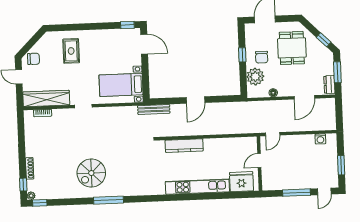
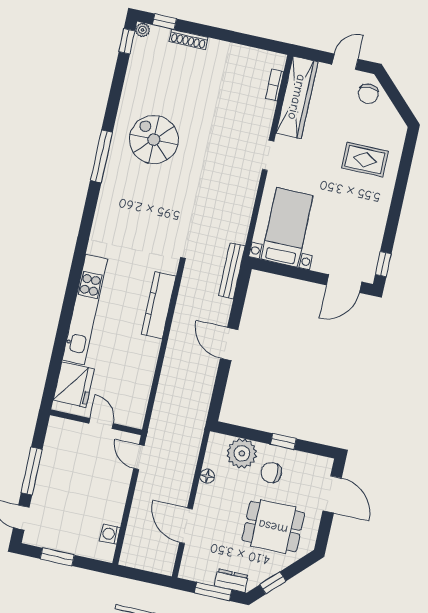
dresser: (329, 85) -> (231, 581), moved

